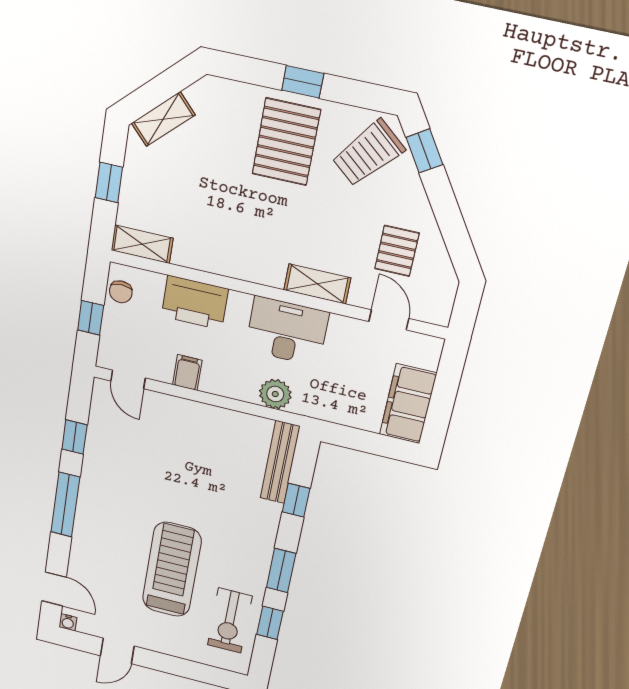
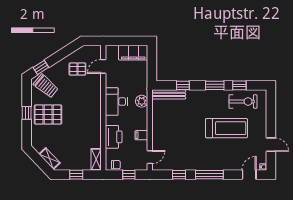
shelving: (317, 284) -> (96, 94), removed
treadmill: (172, 570) -> (227, 128), turned 180

